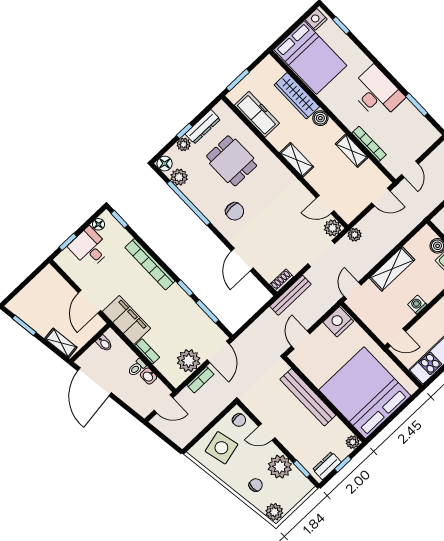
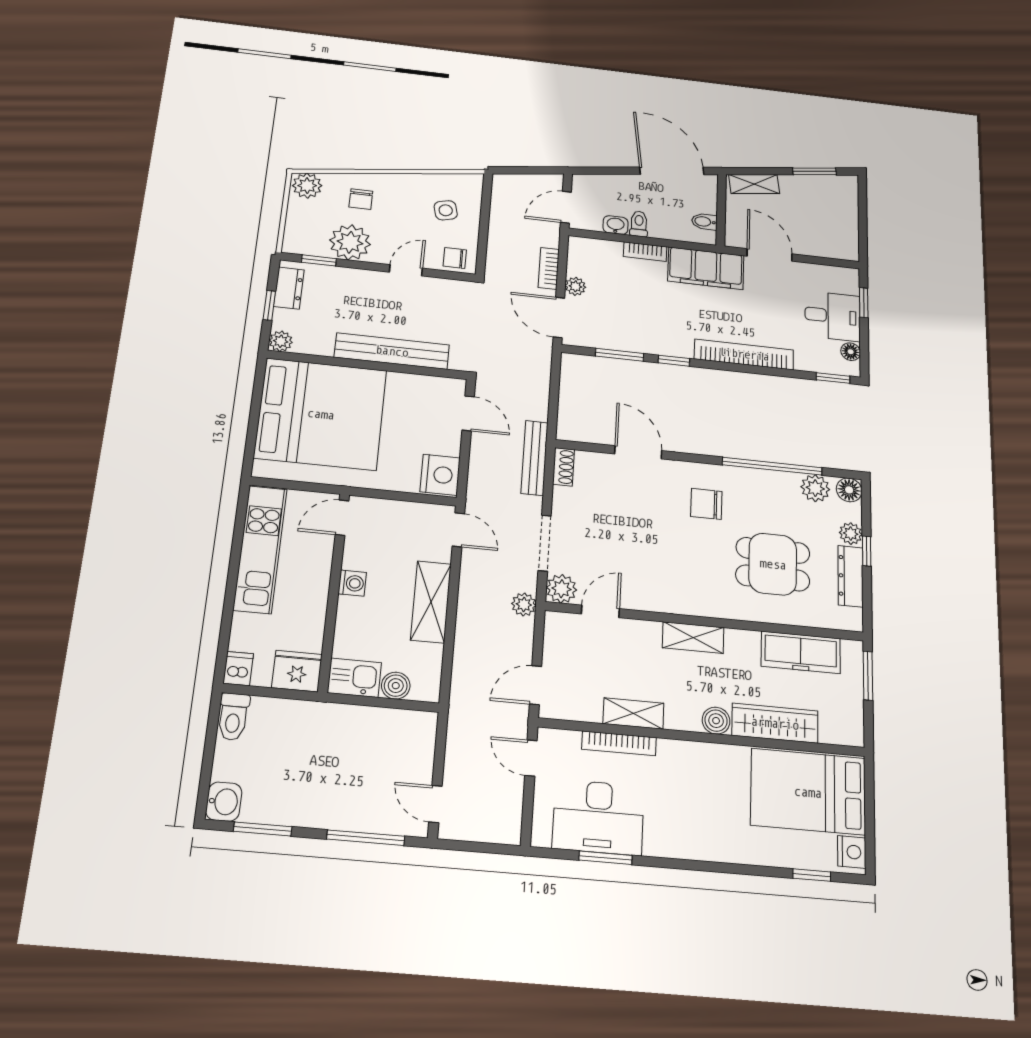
desk: (377, 93) -> (598, 817), moved
plant: (189, 361) -> (575, 286), width x0.53, depth x0.53
side table: (221, 448) -> (446, 210), width x0.54, depth x0.54

